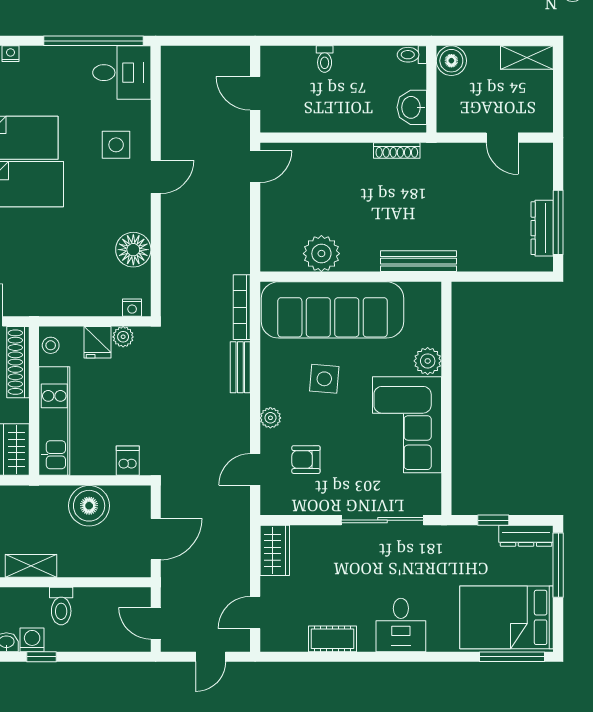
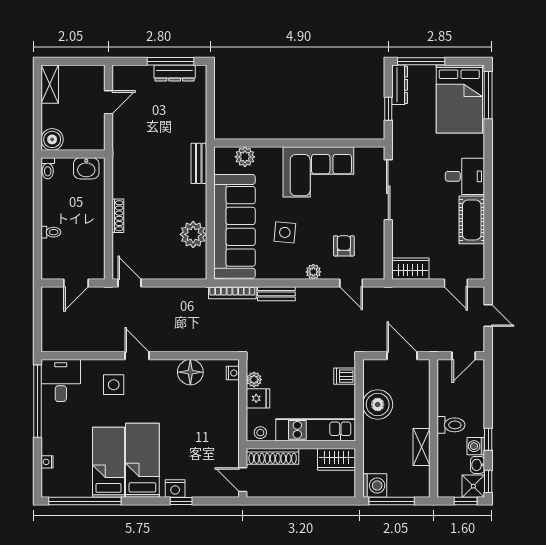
shoe rack: (397, 150) -> (118, 216), moved
bench: (419, 261) -> (199, 163), width x0.73
plant: (428, 361) -> (245, 157), moved
armchair: (306, 460) -> (344, 246), turned 180
cot: (333, 639) -> (472, 220), width x1.37, depth x1.34

